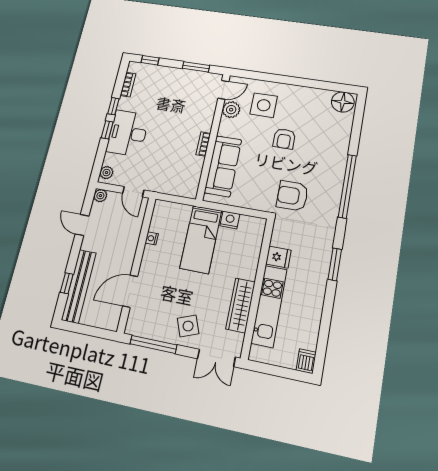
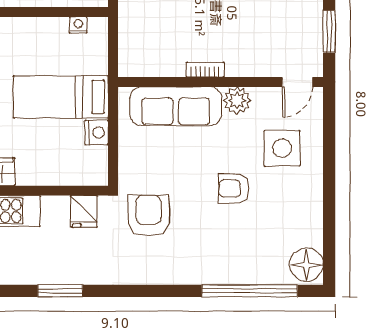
door: (223, 90) -> (297, 82), hinge flipped
plant: (231, 110) -> (237, 100), moved
window: (347, 186) -> (250, 291), moved
nightstand: (152, 238) -> (78, 25), moved
fridge: (278, 257) -> (84, 211), moved

